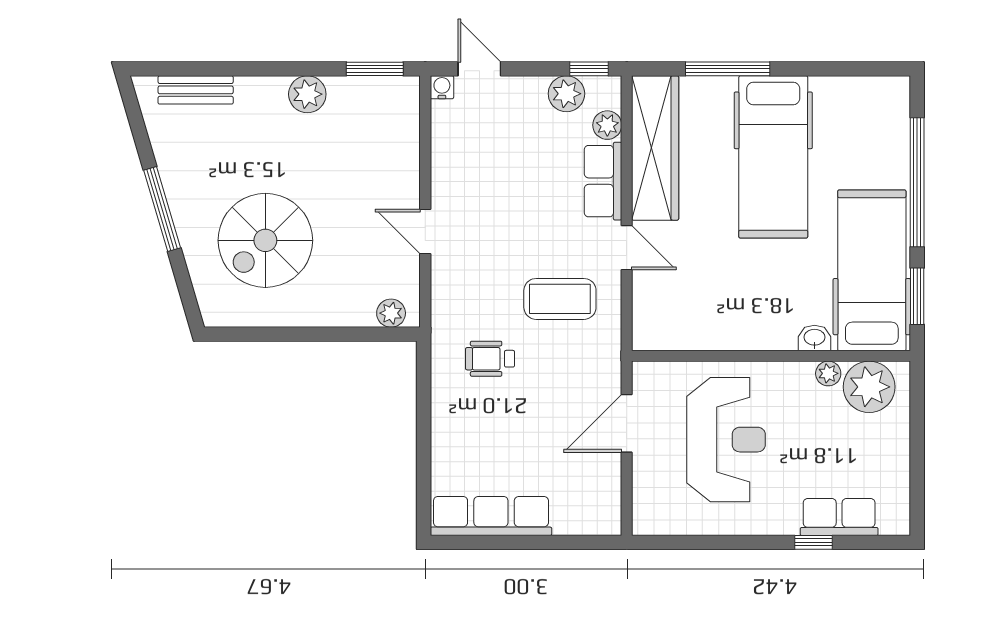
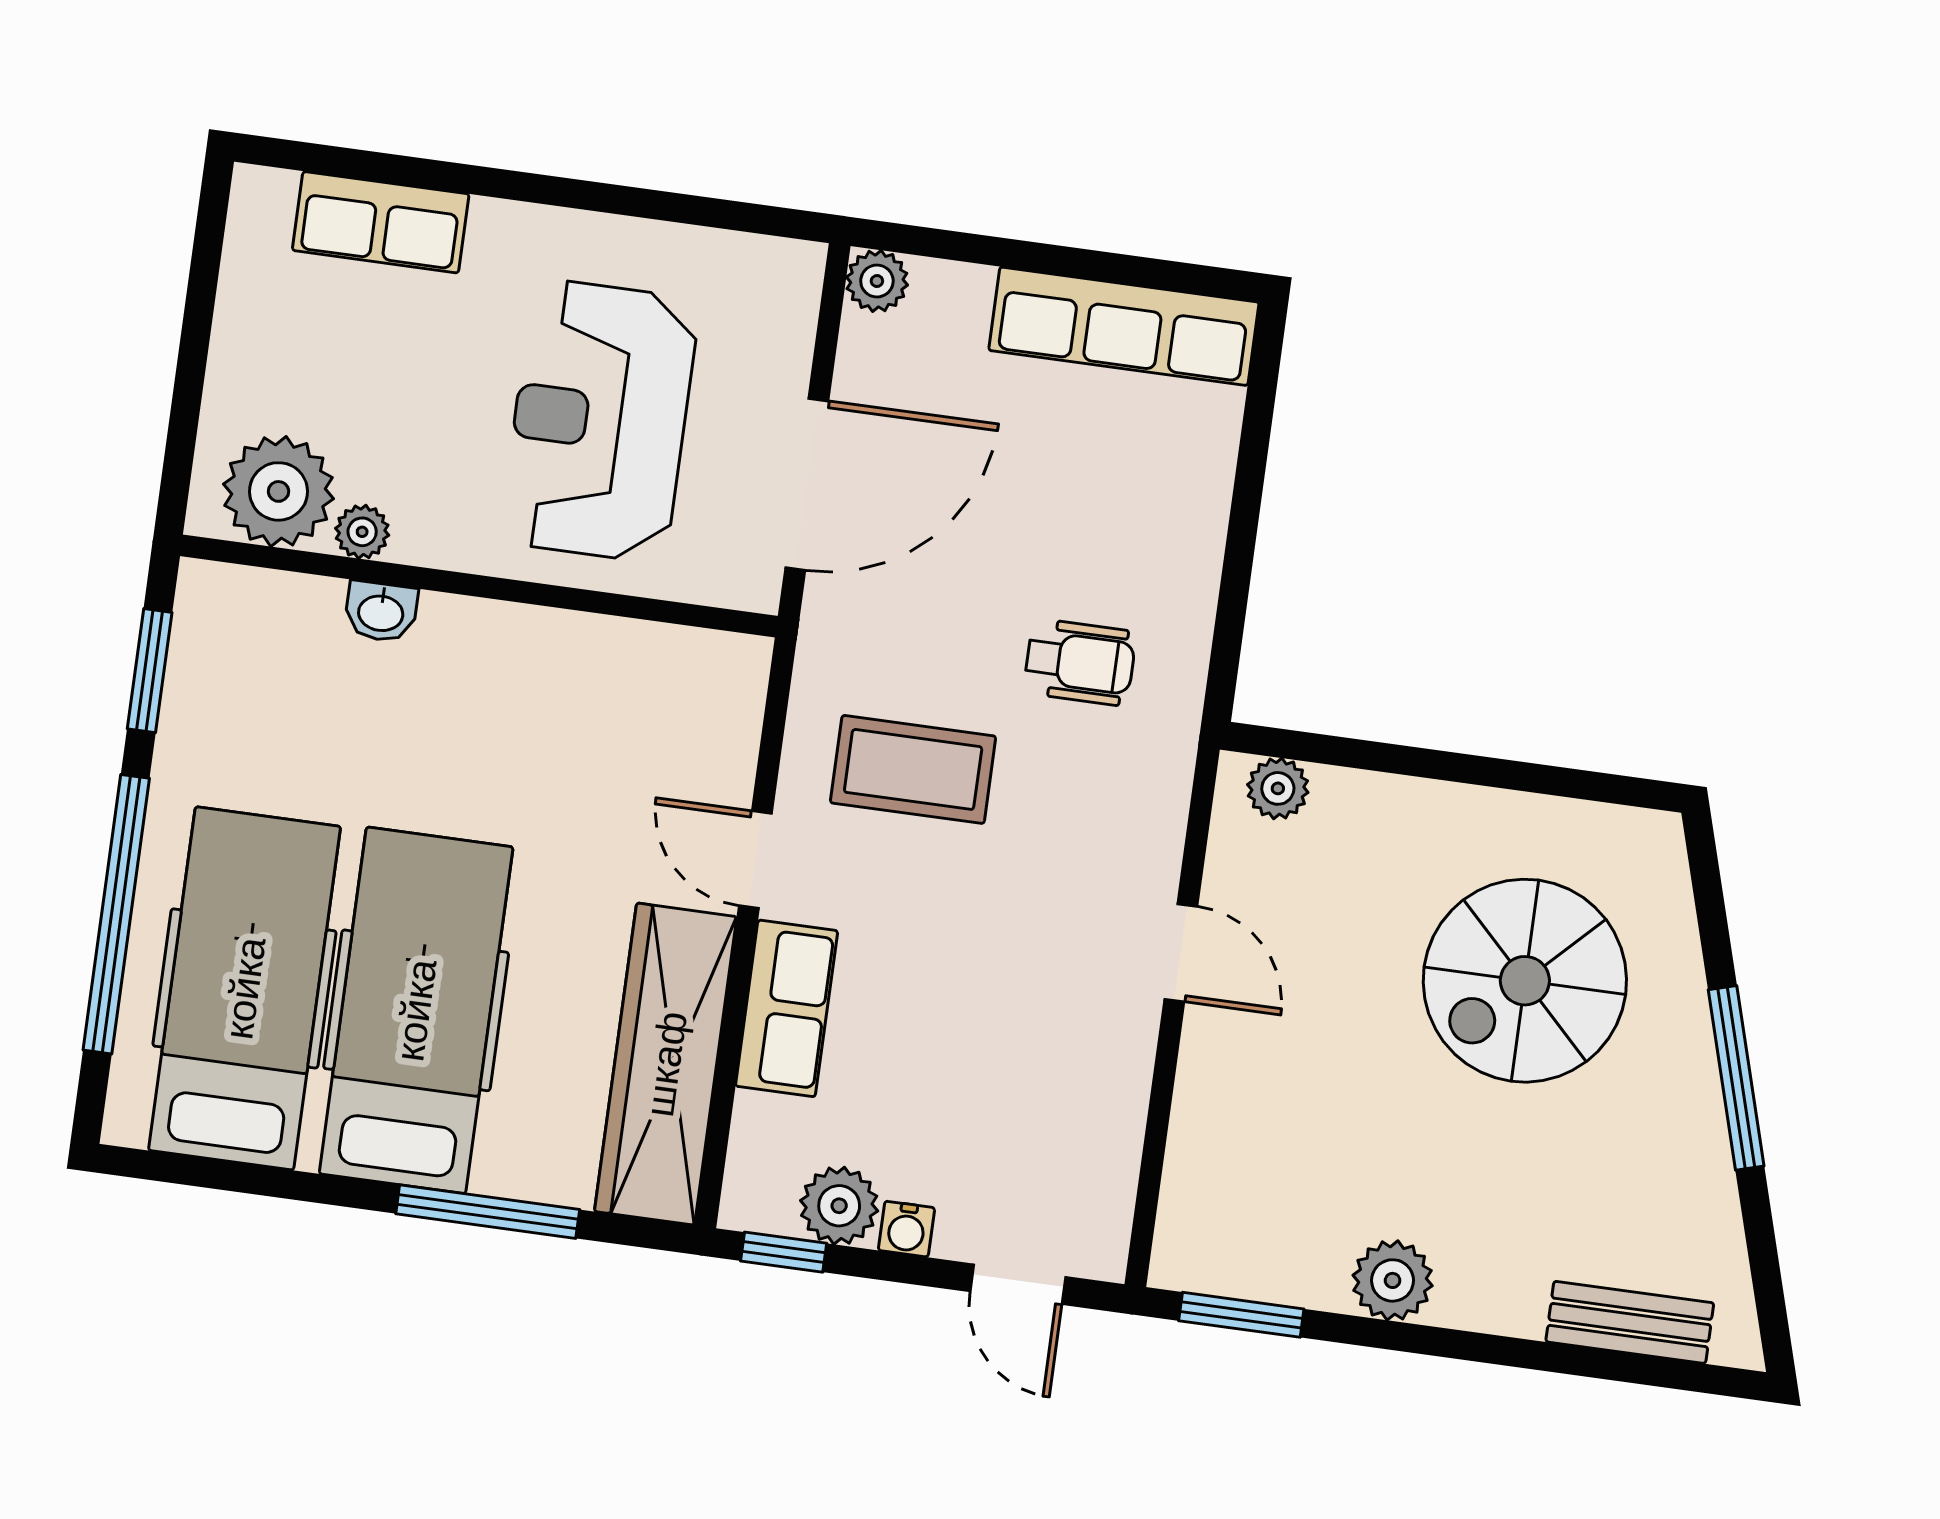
water cooler: (442, 87) -> (906, 1229), moved
plant: (607, 125) -> (877, 281), moved
spiral stairs: (265, 240) -> (1525, 981), turned 180
hospital bed: (872, 270) -> (245, 988), moved, turned 180
door: (627, 423) -> (807, 484), width x1.36
window: (814, 542) -> (443, 176), removed

